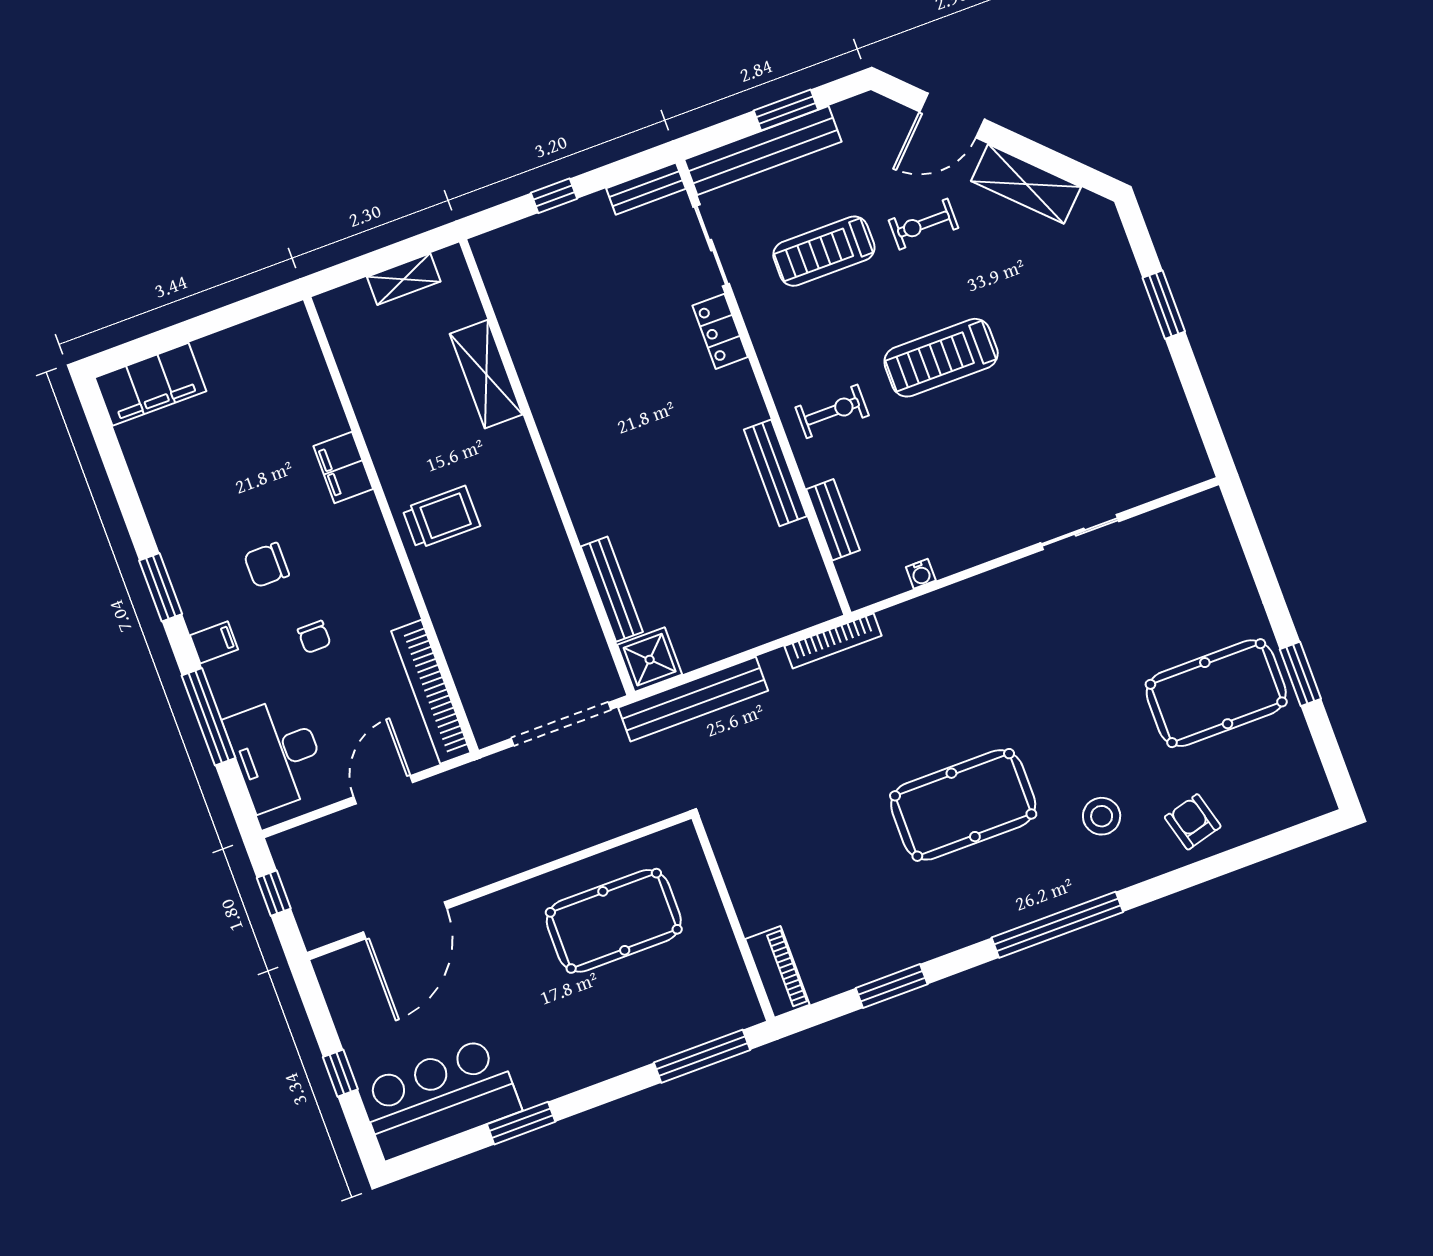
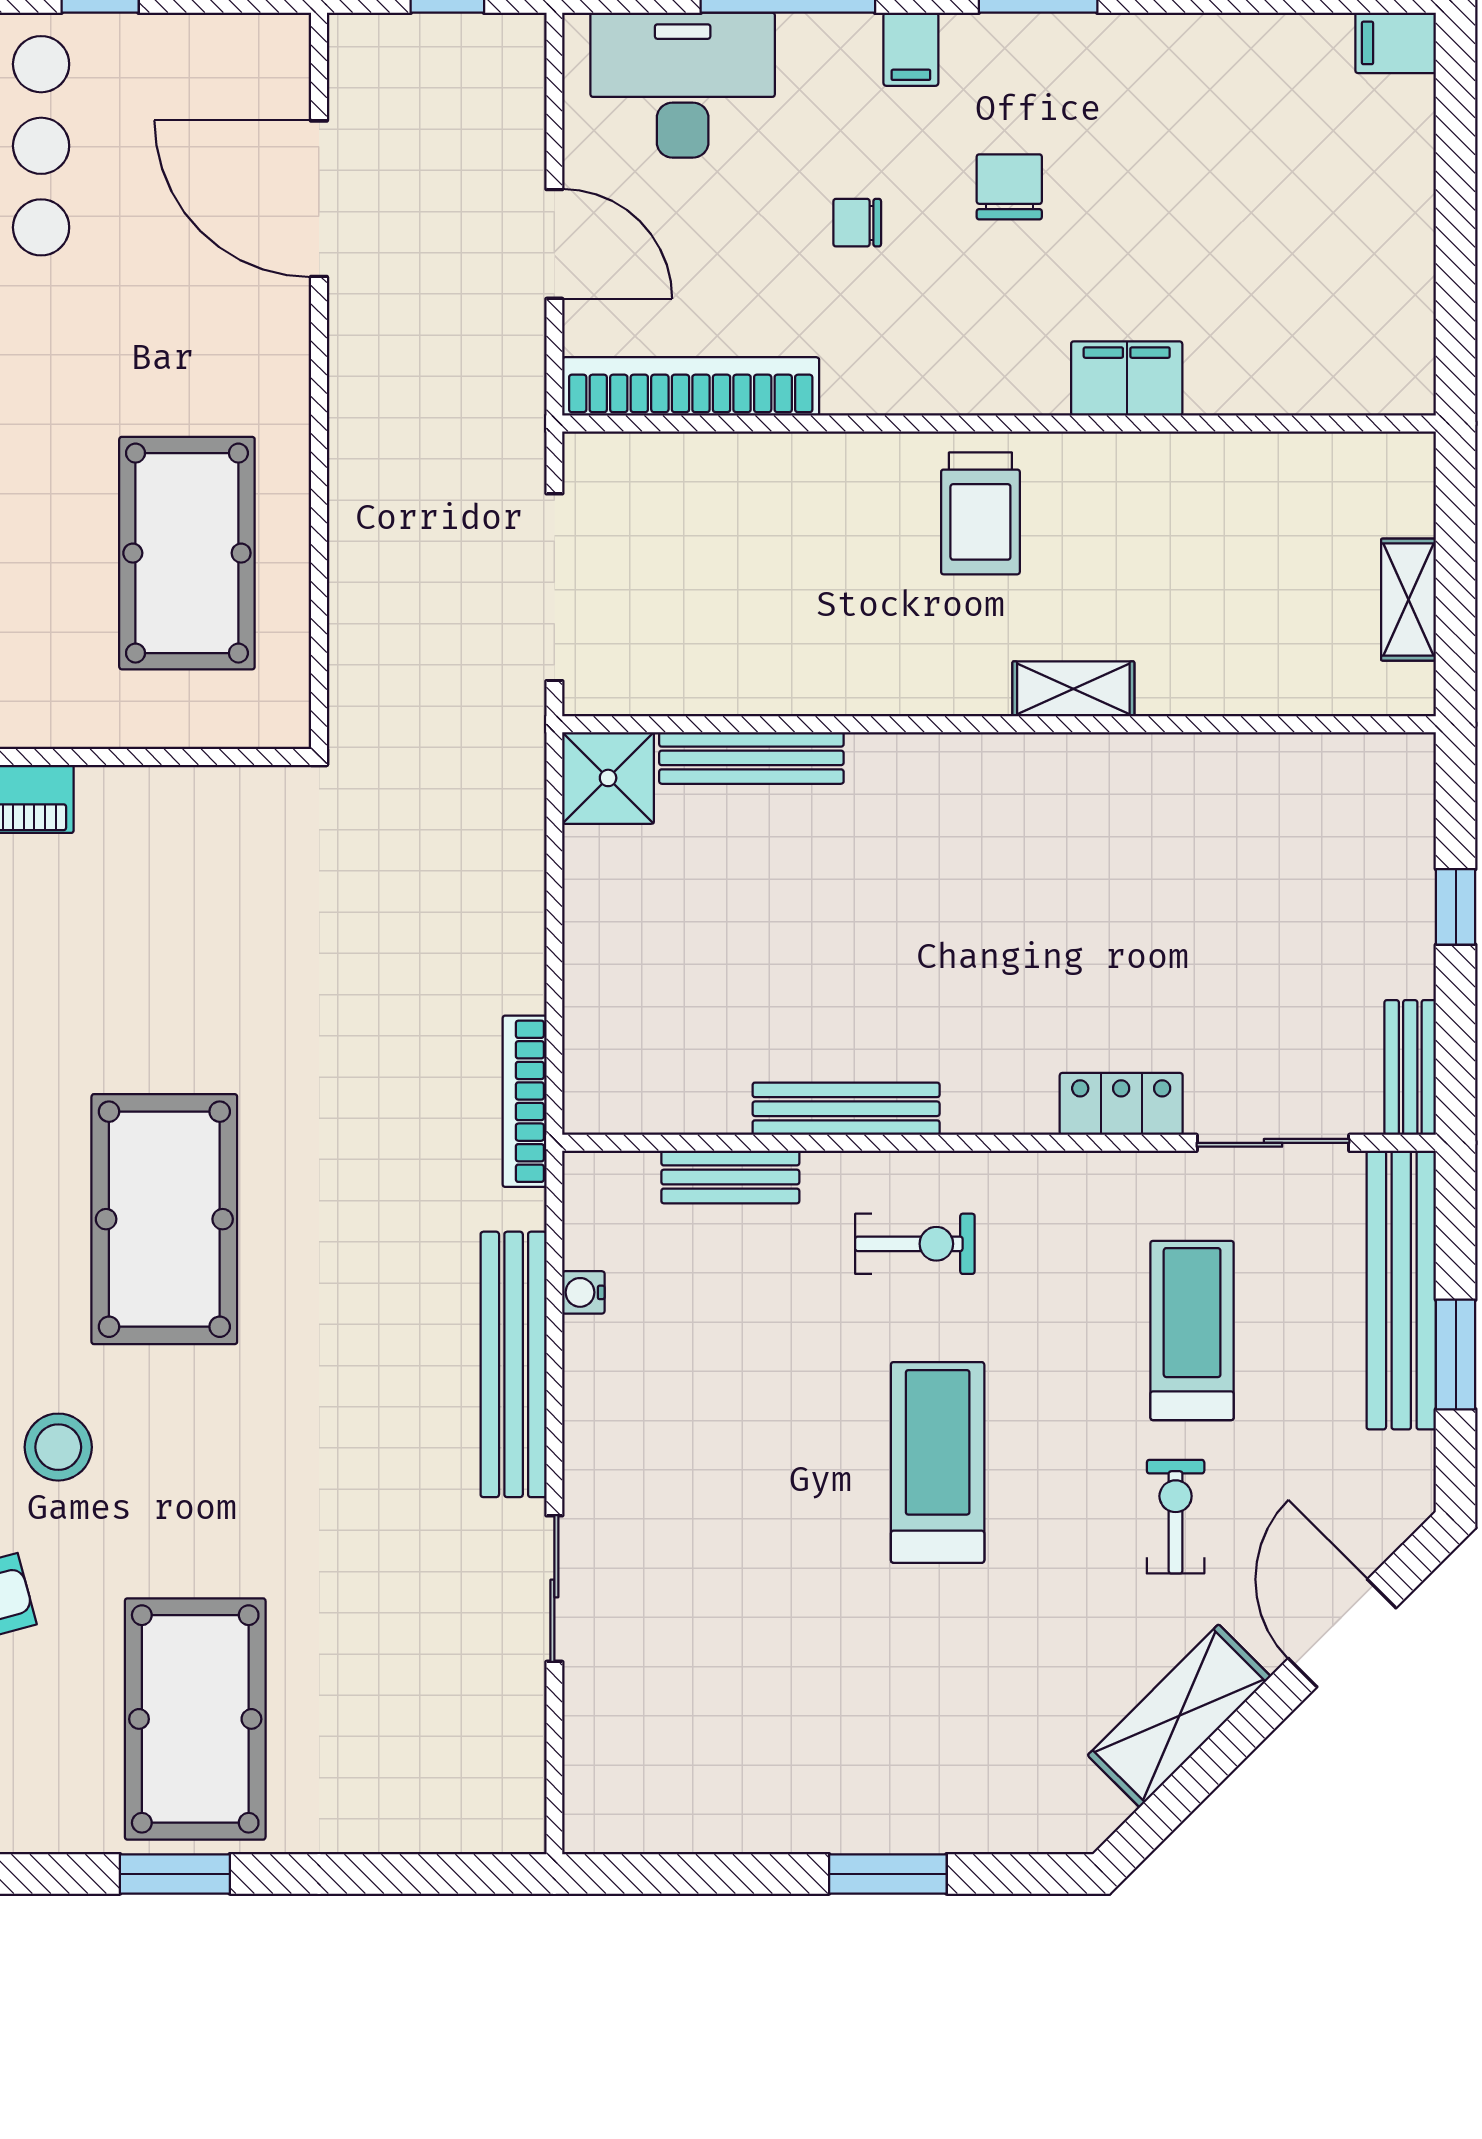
shelving: (486, 374) -> (1073, 689), moved, width x0.67, depth x0.75
filing cabinet: (150, 384) -> (1396, 43), width x0.33, depth x0.86
exercise bike: (832, 411) -> (915, 1244), turned -90
bench: (693, 699) -> (514, 1364), moved

